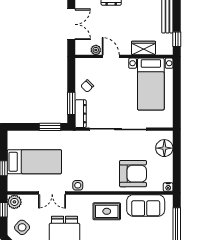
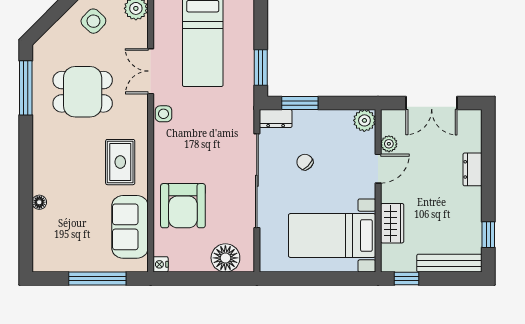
plant: (82, 65) -> (364, 120), added
chair: (87, 86) -> (305, 162), moved
dresser: (81, 114) -> (276, 119), width x0.70

